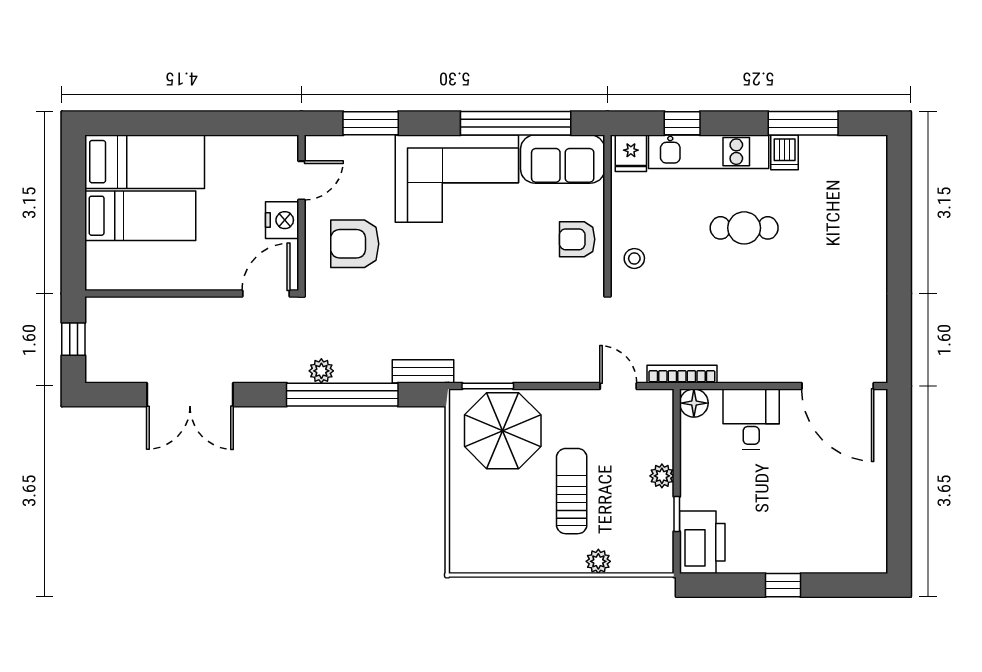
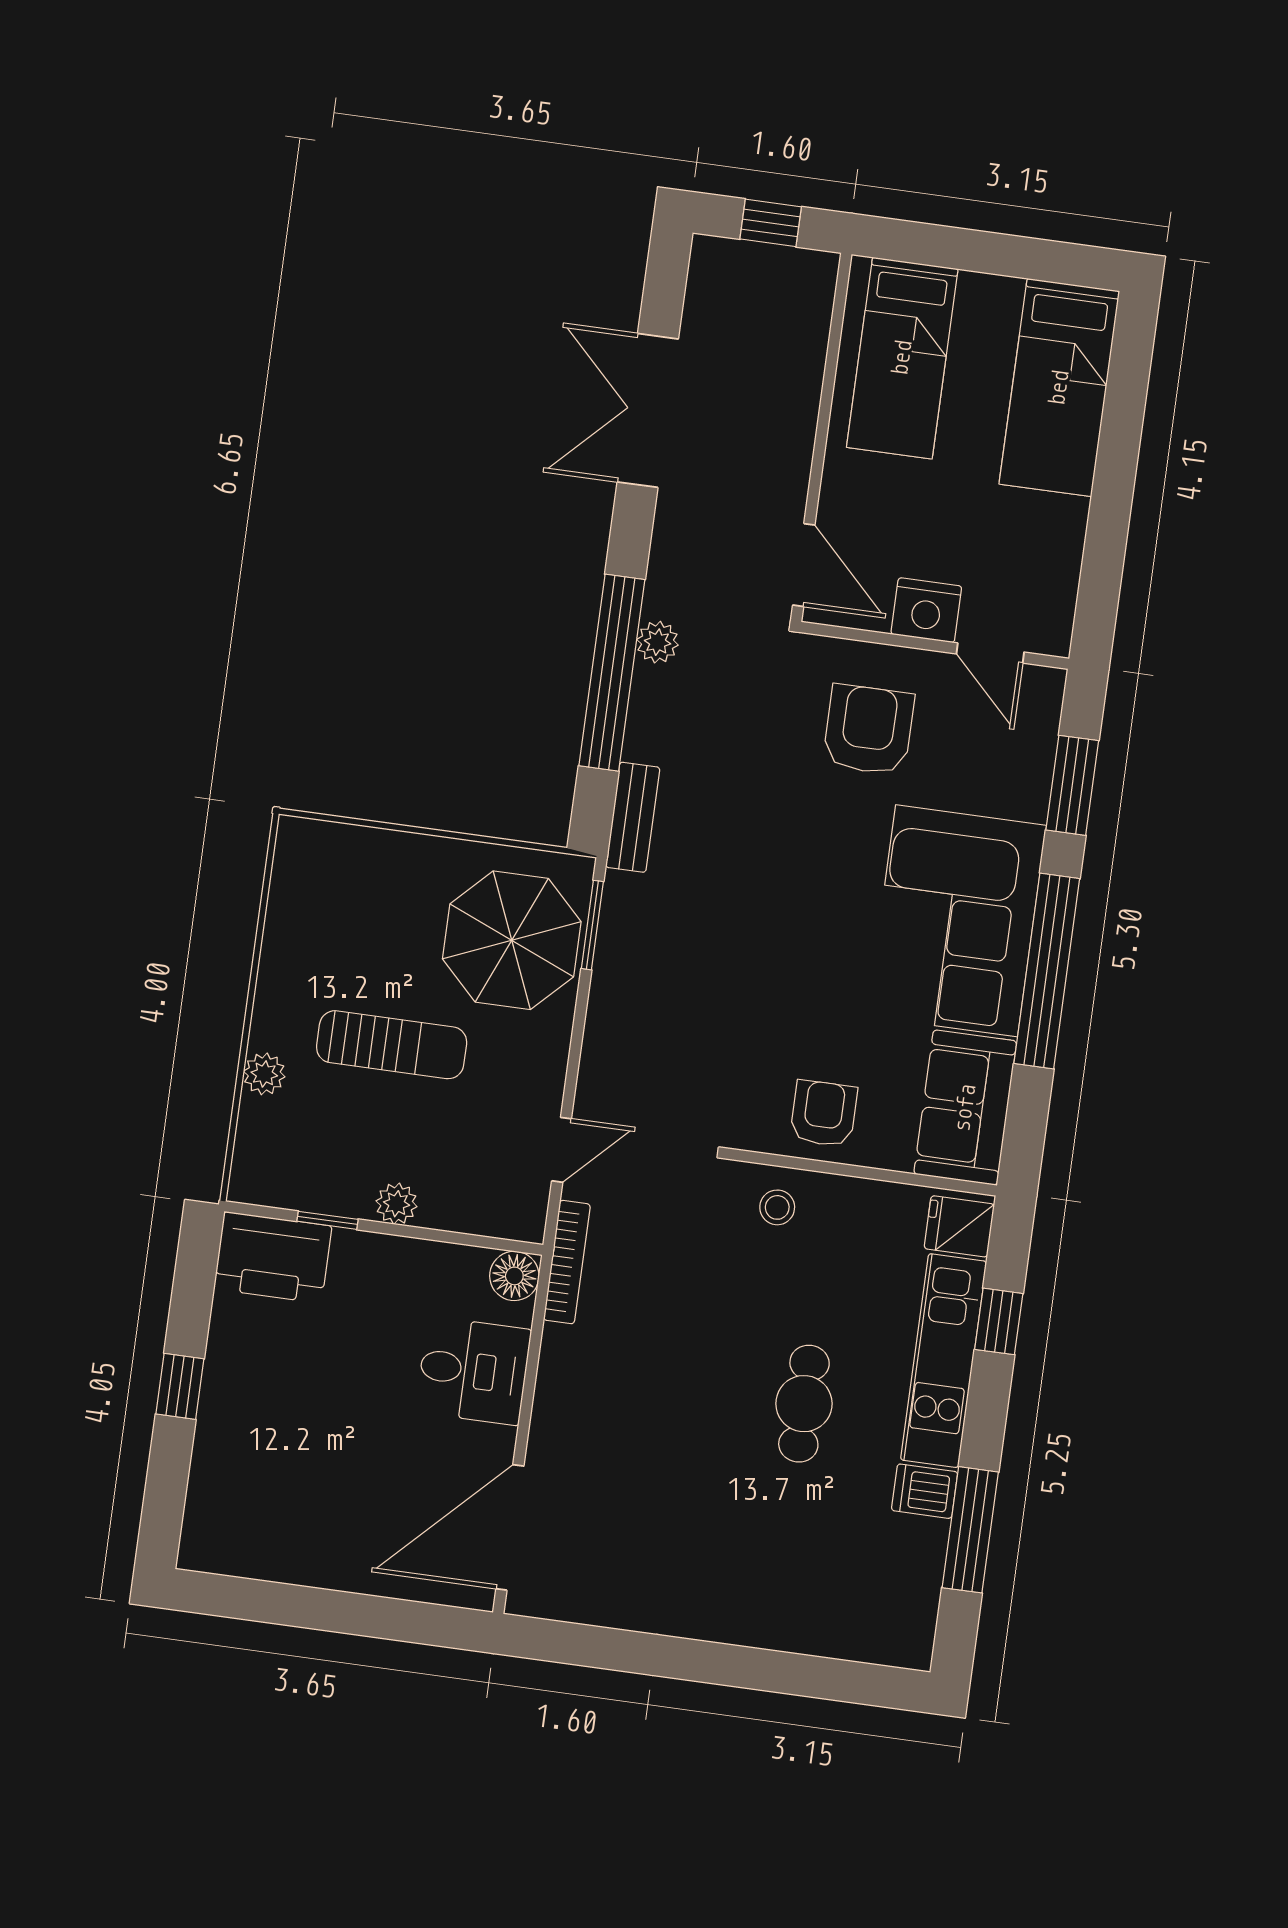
window: (516, 123) -> (1047, 971), moved
bed: (140, 216) -> (902, 358), moved

